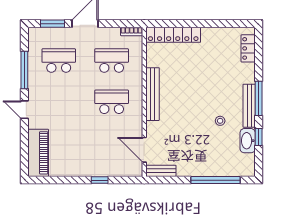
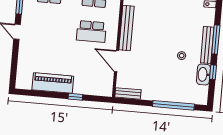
school desk: (112, 102) -> (91, 31), turned 180
door: (144, 150) -> (117, 61), moved
piano: (38, 153) -> (53, 83), moved, turned -90

